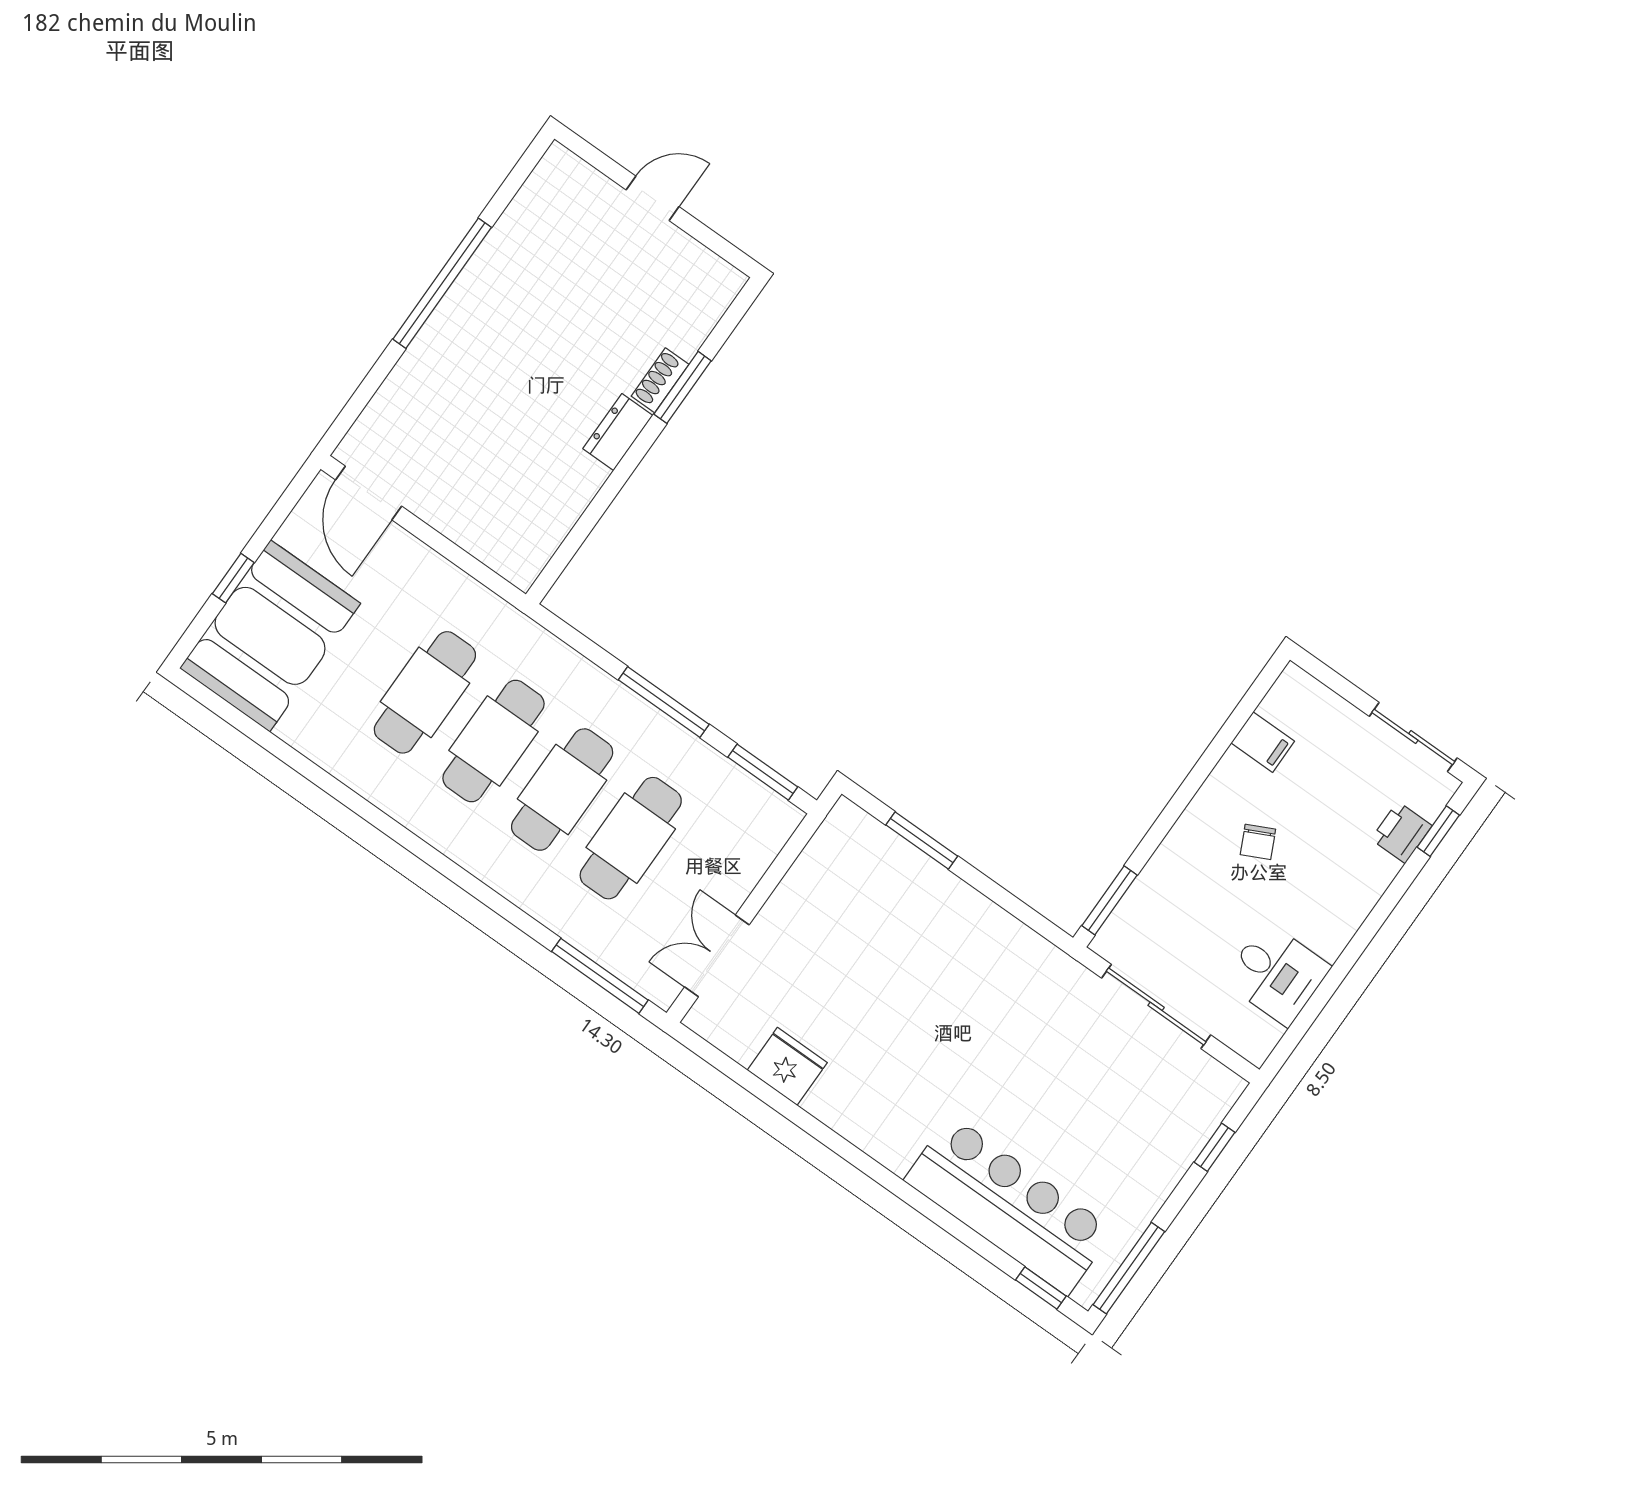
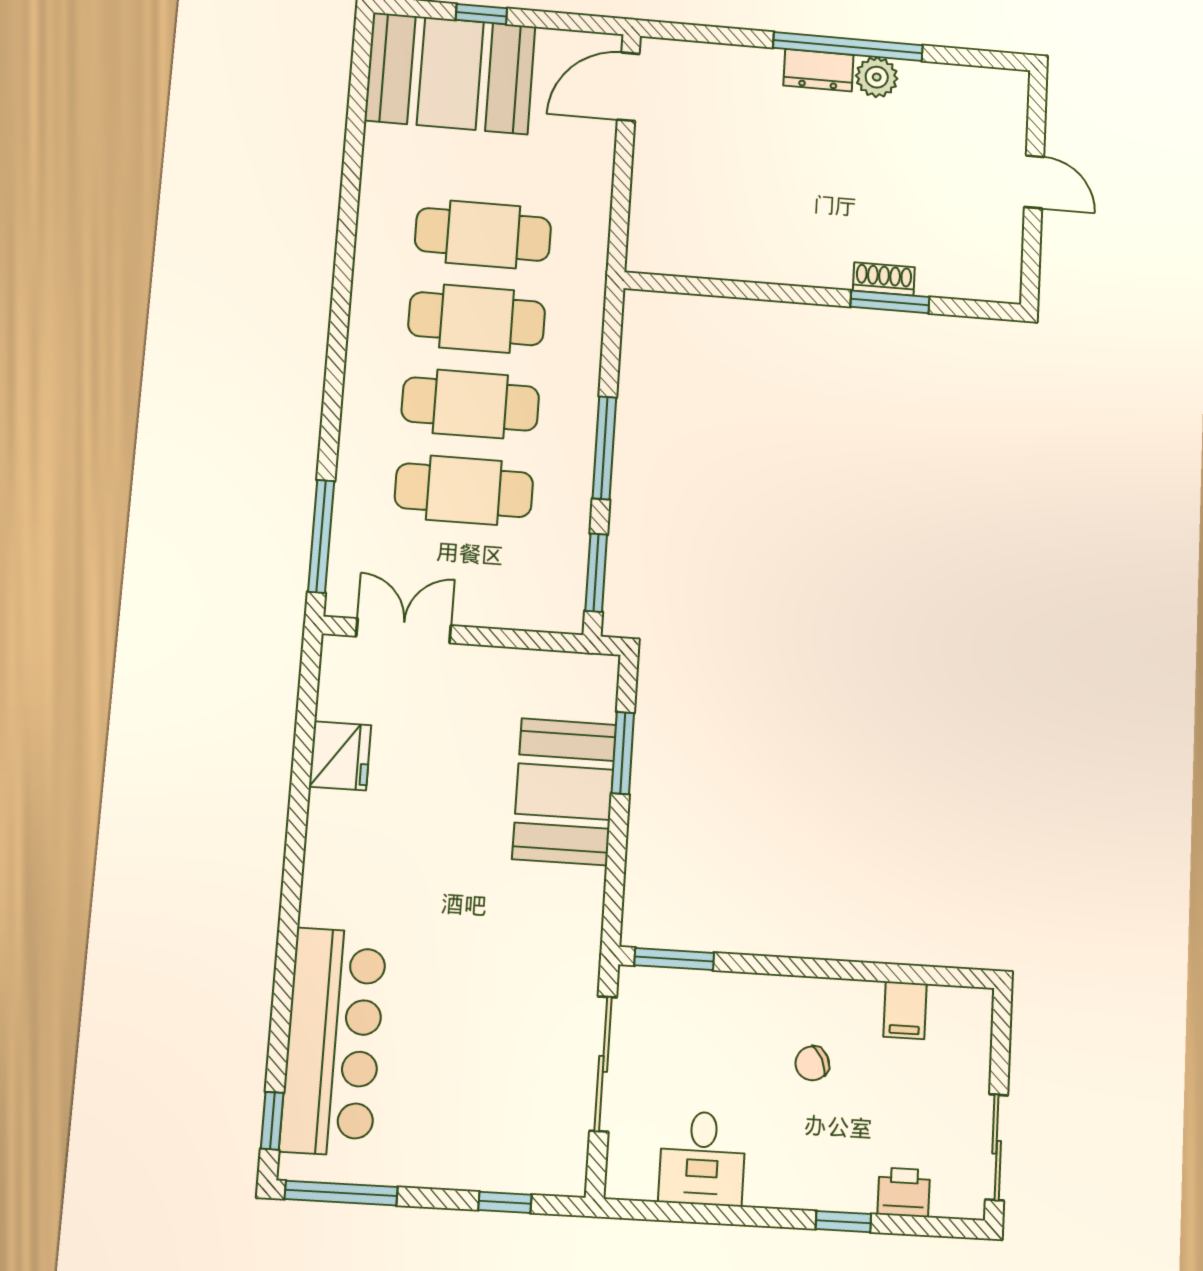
plant: (483, 275) -> (877, 77), added
dresser: (618, 432) -> (818, 70), moved, turned 180
window: (1438, 831) -> (843, 1222), moved
booth: (924, 906) -> (564, 792), added

